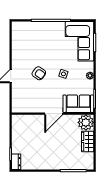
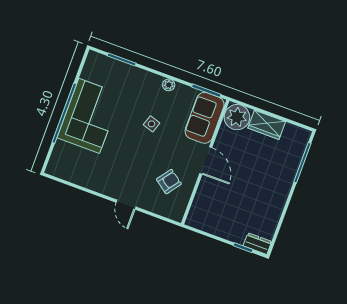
corner sofa: (80, 41) -> (89, 116), moved, turned -90
armchair: (39, 73) -> (169, 182), moved

